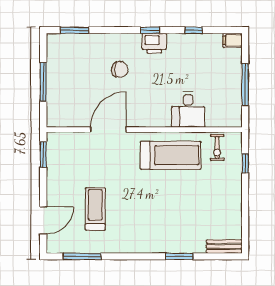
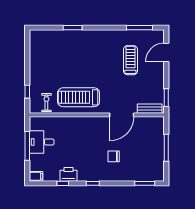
printer: (154, 43) -> (68, 174), moved
desk: (188, 110) -> (42, 142), moved, turned -90
treadmill: (95, 209) -> (130, 60), turned 180
bench: (224, 246) -> (150, 109), moved

